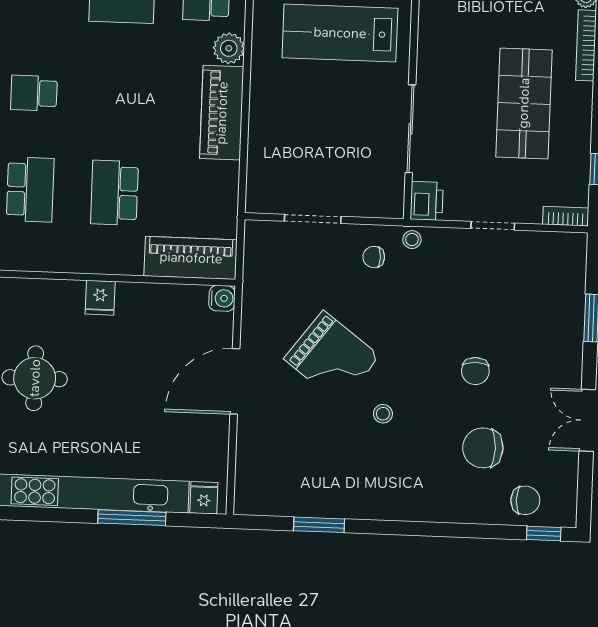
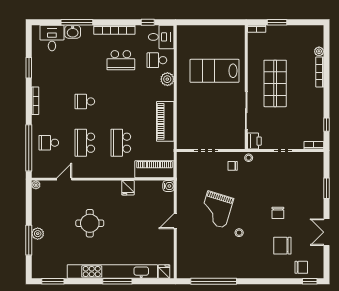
shop shelf: (524, 103) -> (275, 83), moved
piano: (222, 113) -> (165, 121), moved
school desk: (30, 190) -> (85, 143), turned 180
fridge: (100, 298) -> (128, 188), moved
grand piano: (332, 358) -> (216, 209), turned 70
door: (235, 381) -> (175, 221), width x0.53
window: (132, 518) -> (117, 281), moved
window: (319, 525) -> (214, 281), width x2.11

